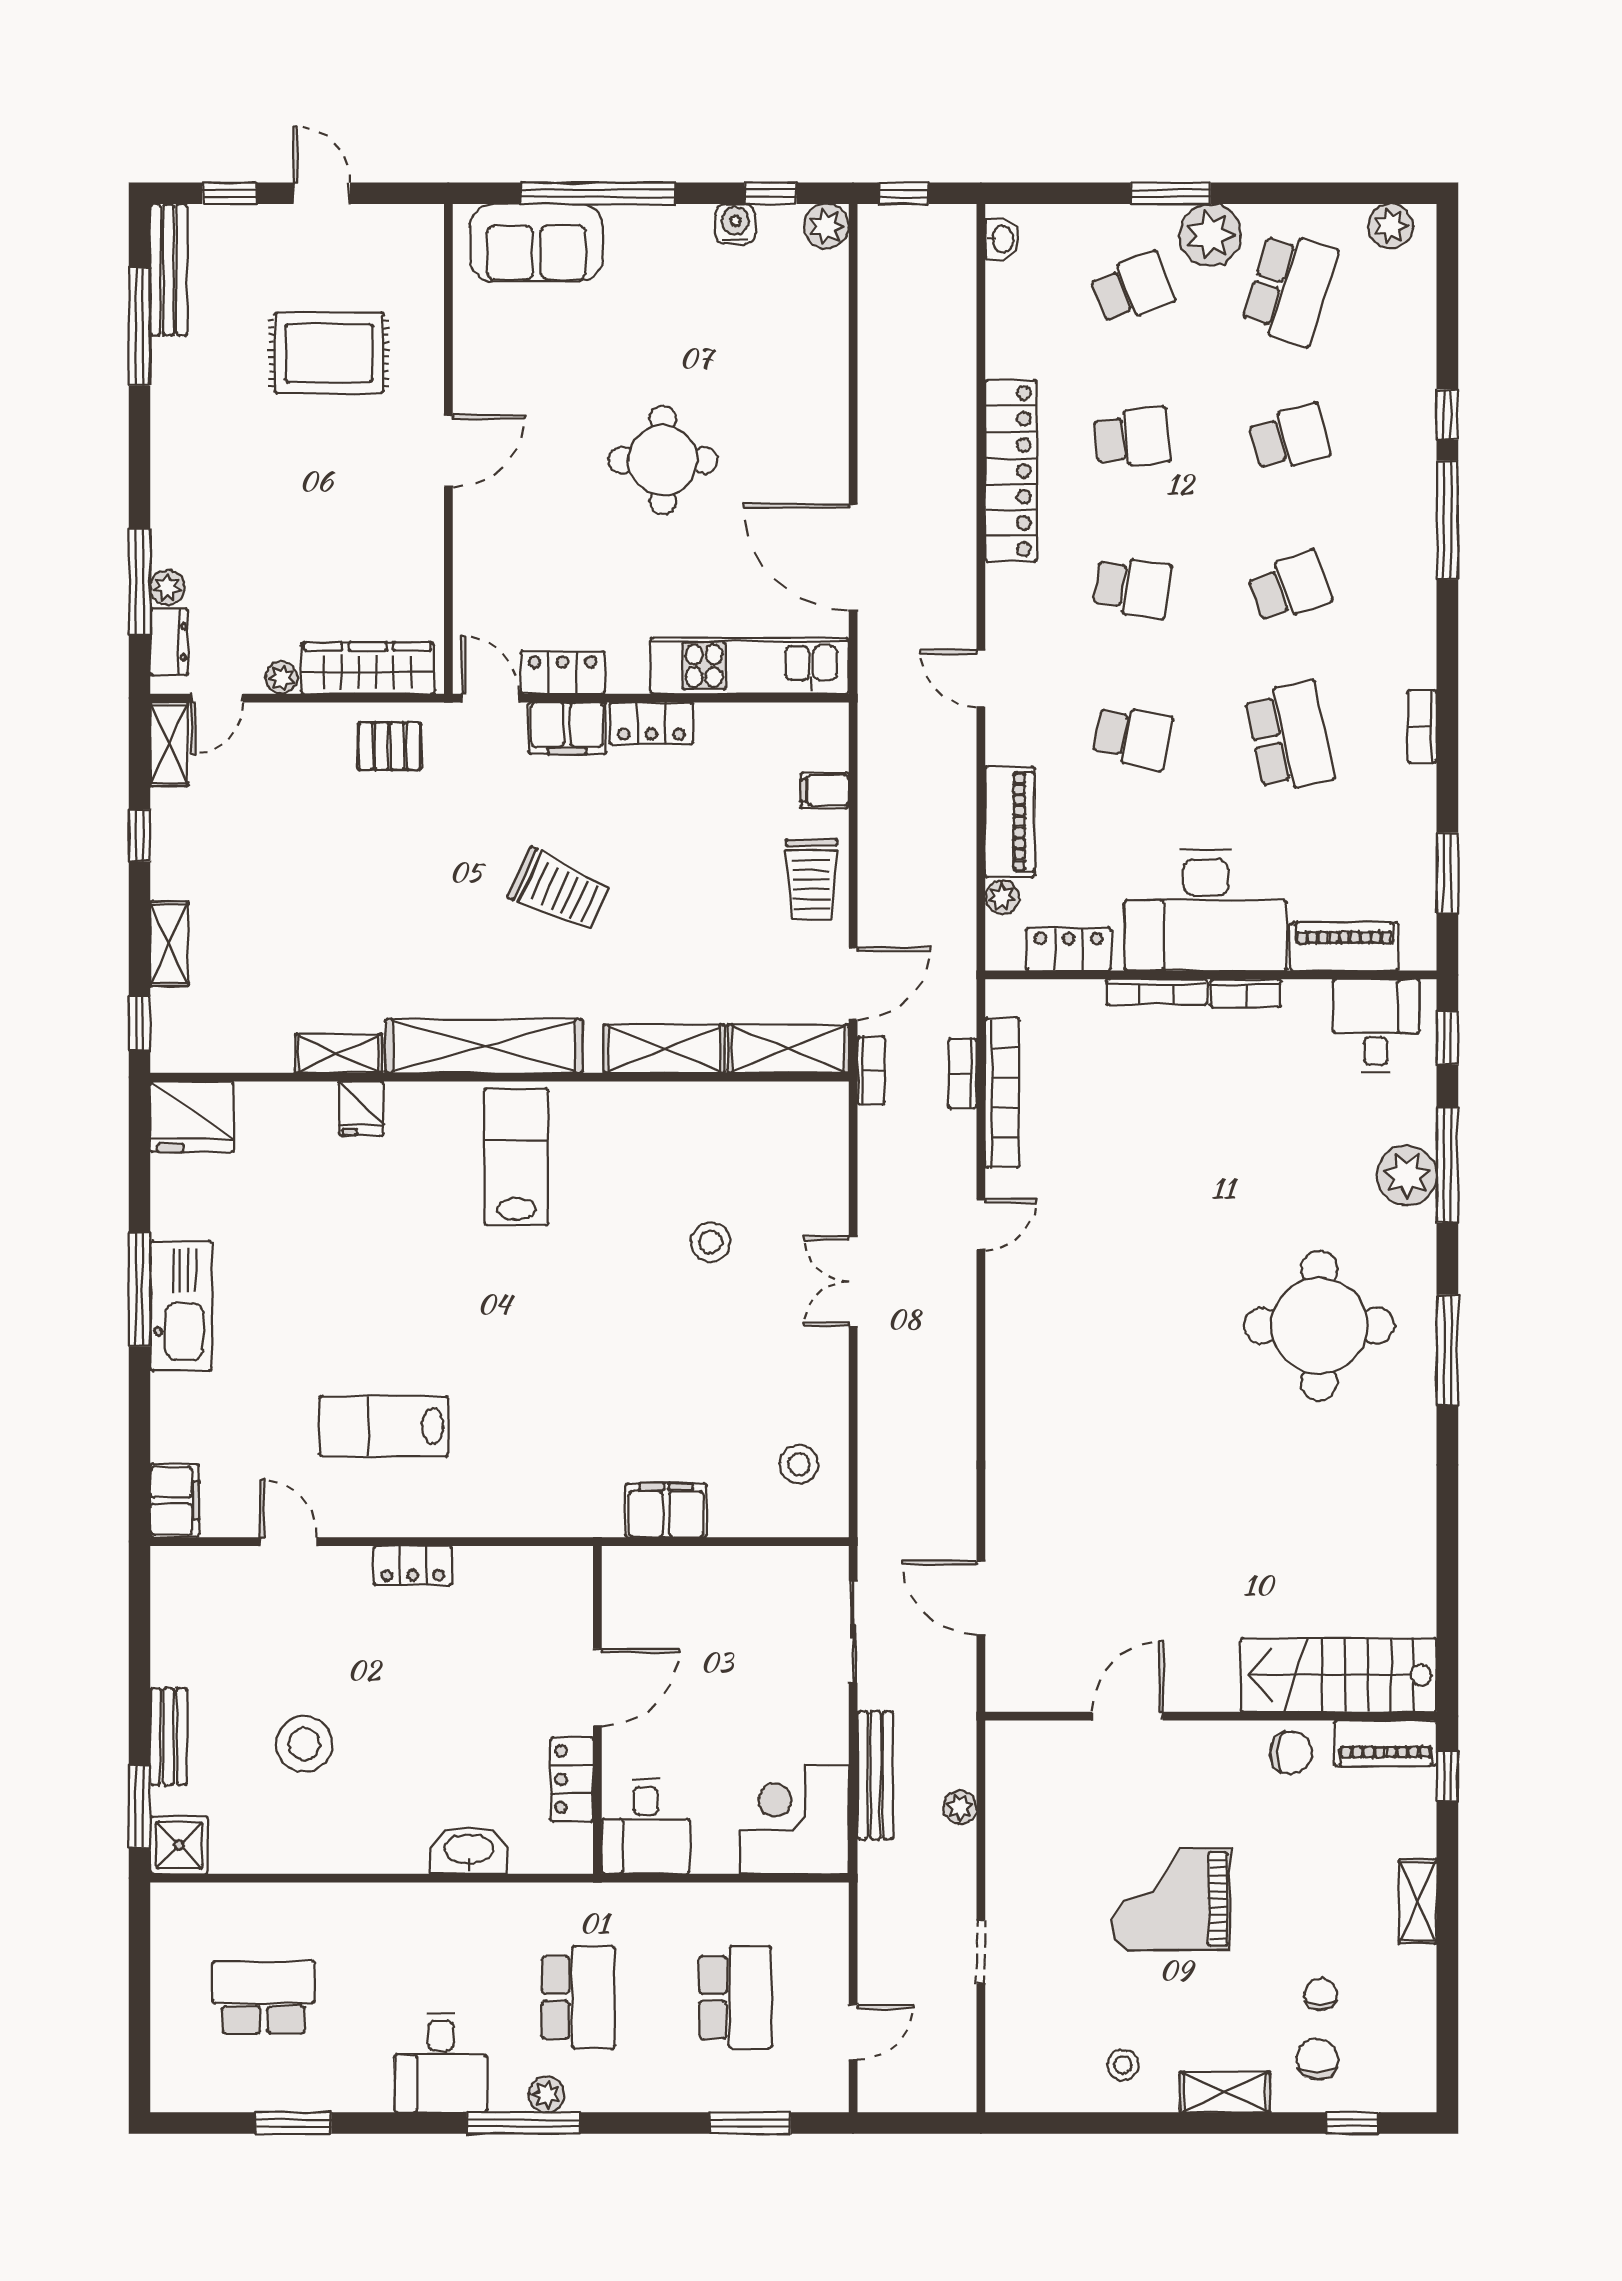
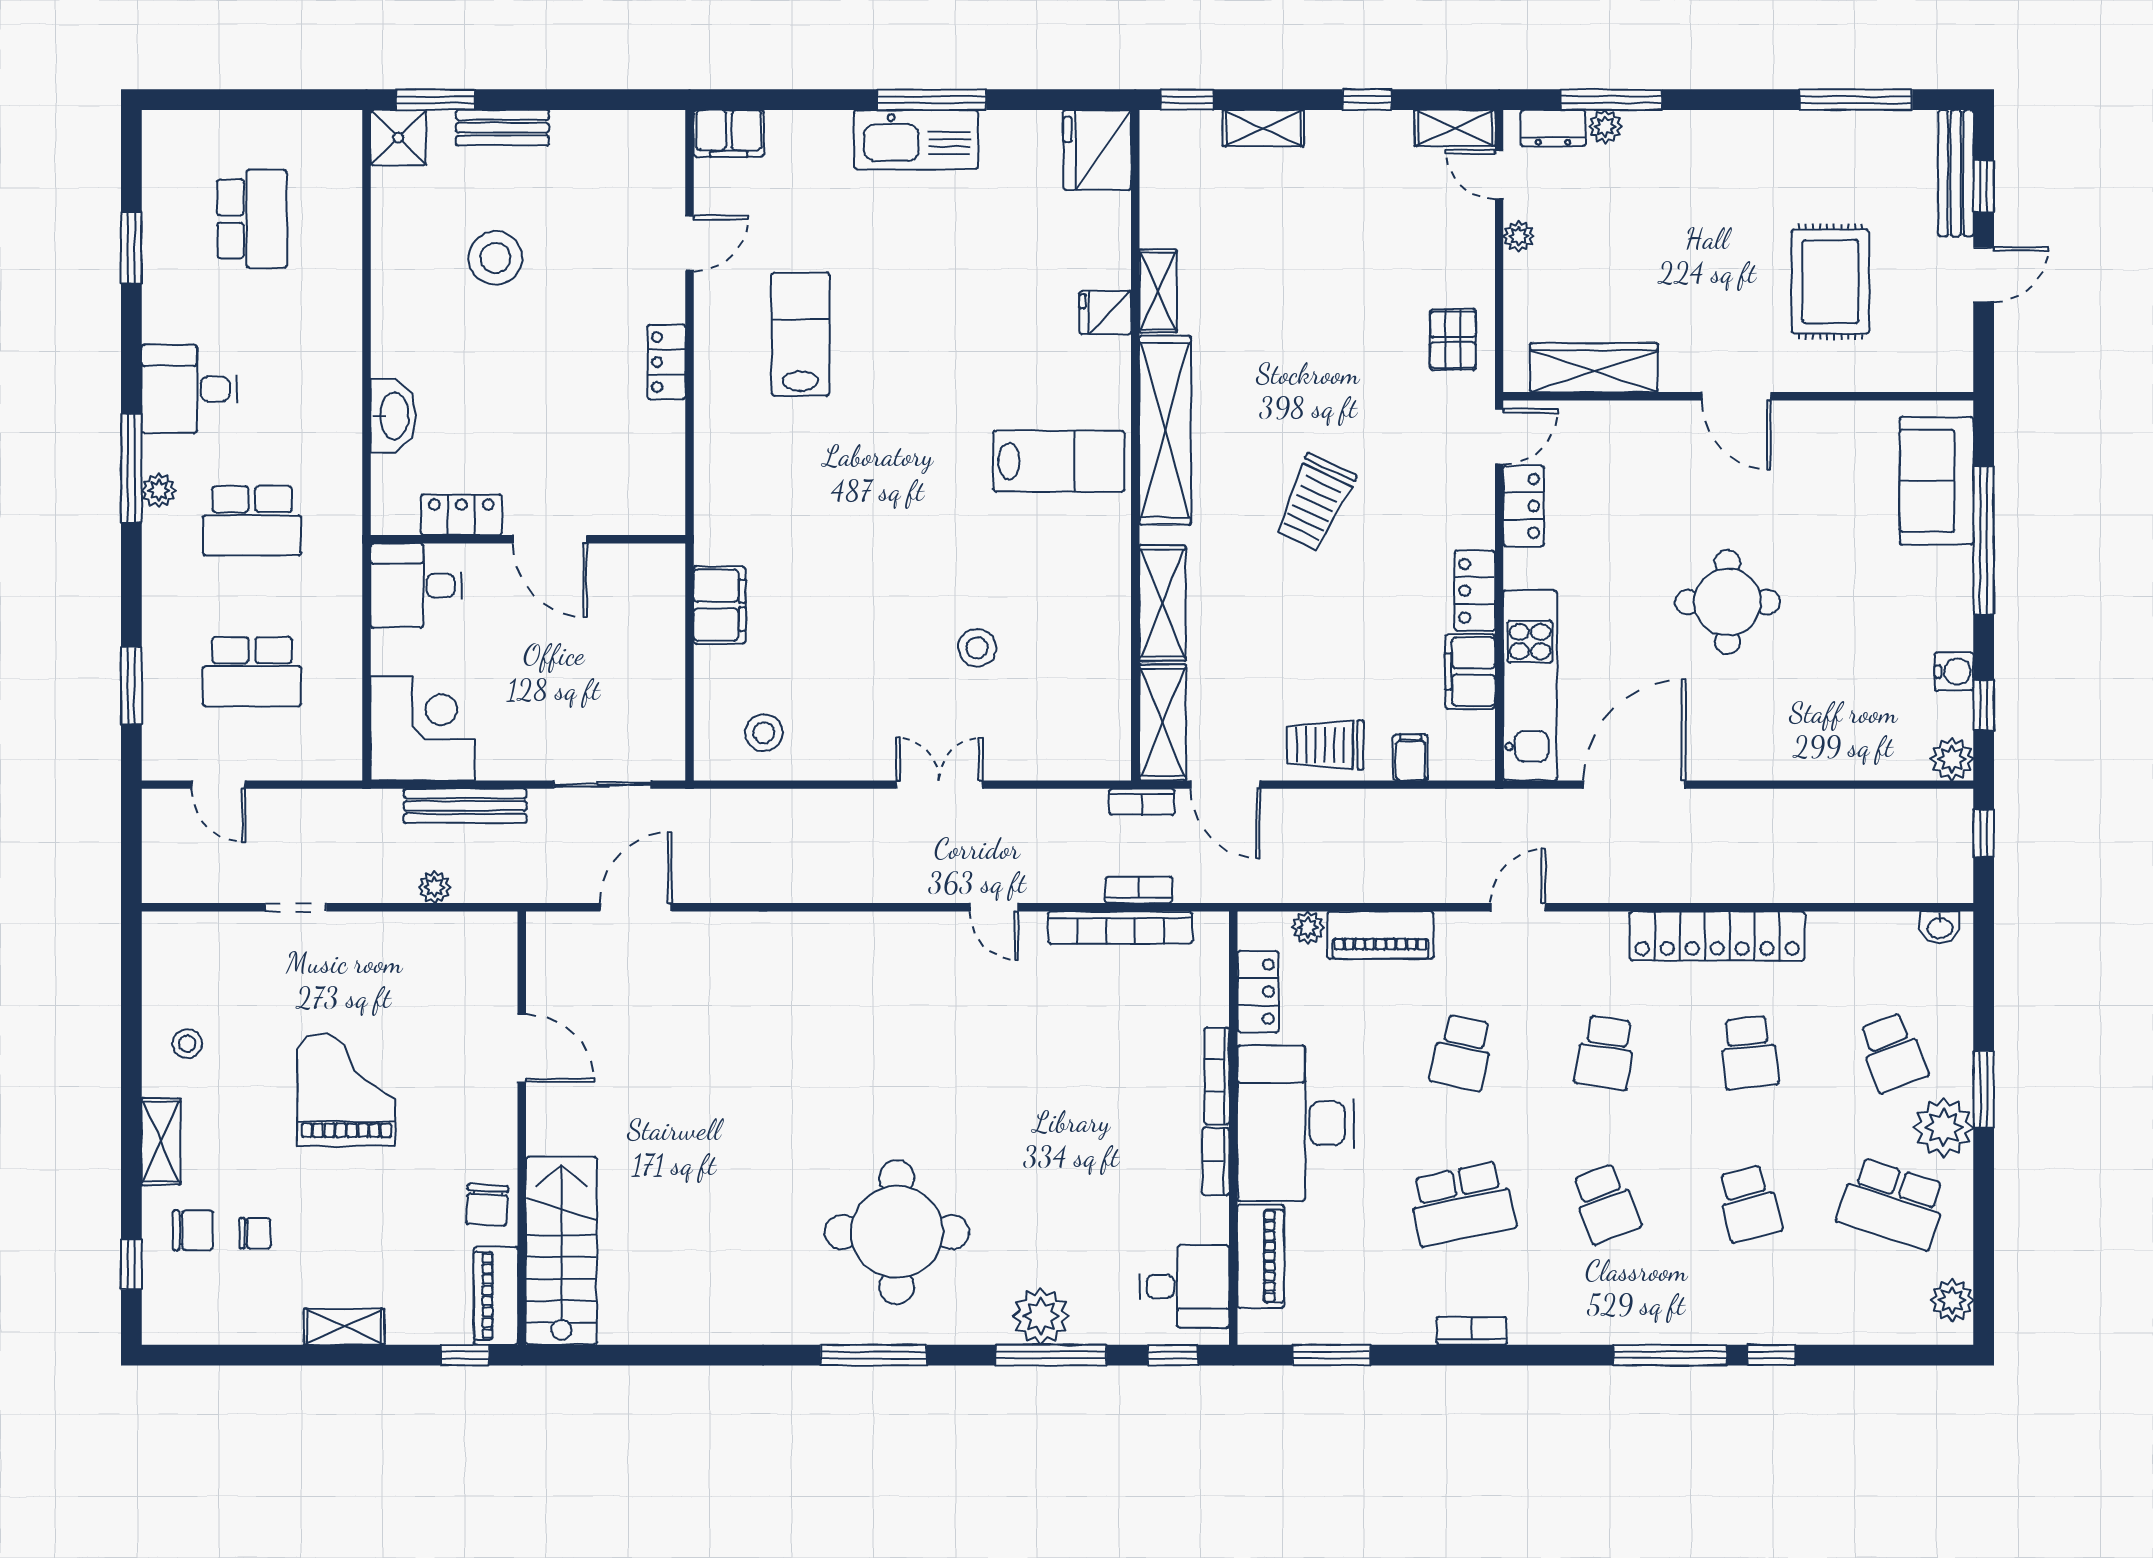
bench: (169, 270) -> (1956, 173), moved, turned 90
wardrobe: (368, 668) -> (1594, 367), moved, turned -90
filing cabinet: (567, 728) -> (1470, 672), moved

